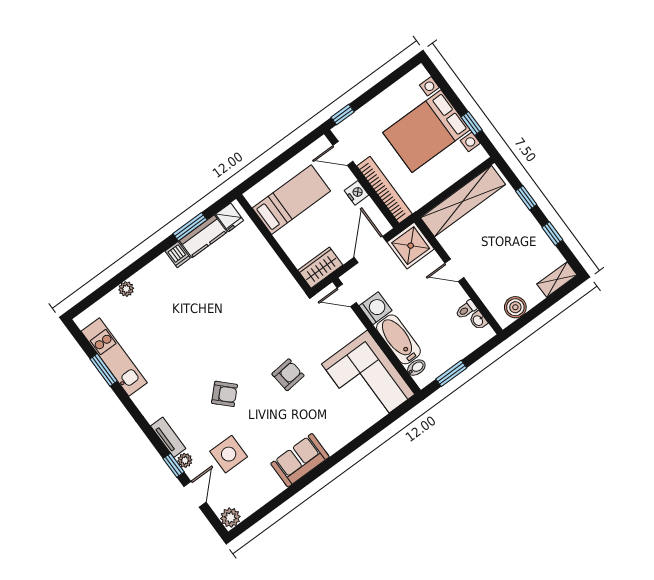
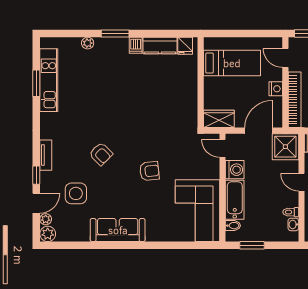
window: (190, 227) -> (115, 33), moved
plant: (185, 460) -> (46, 219), moved
sofa: (300, 460) -> (118, 230), width x1.36

